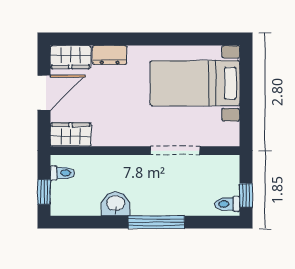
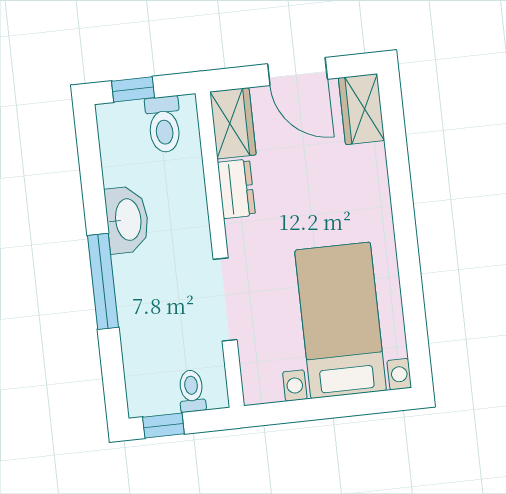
dresser: (110, 55) -> (236, 189), moved, turned 180
toilet: (62, 173) -> (164, 124), width x1.37, depth x1.39
washbasin: (116, 204) -> (127, 220), width x1.38
toilet: (227, 204) -> (192, 391), moved

